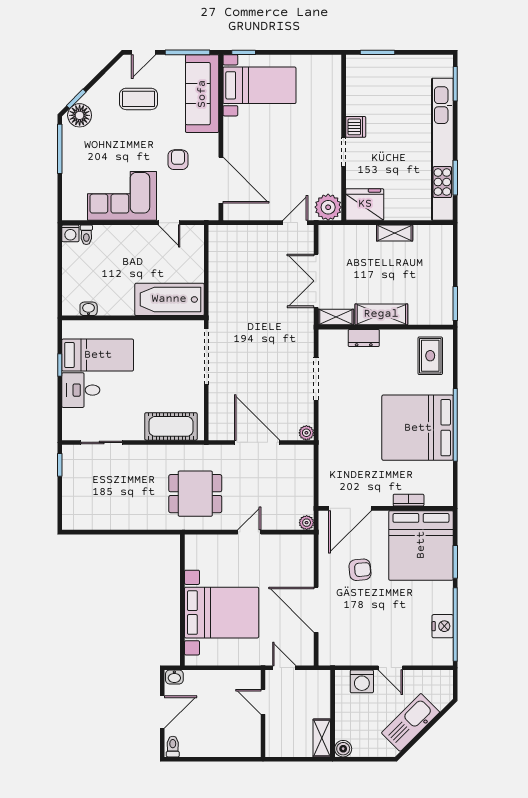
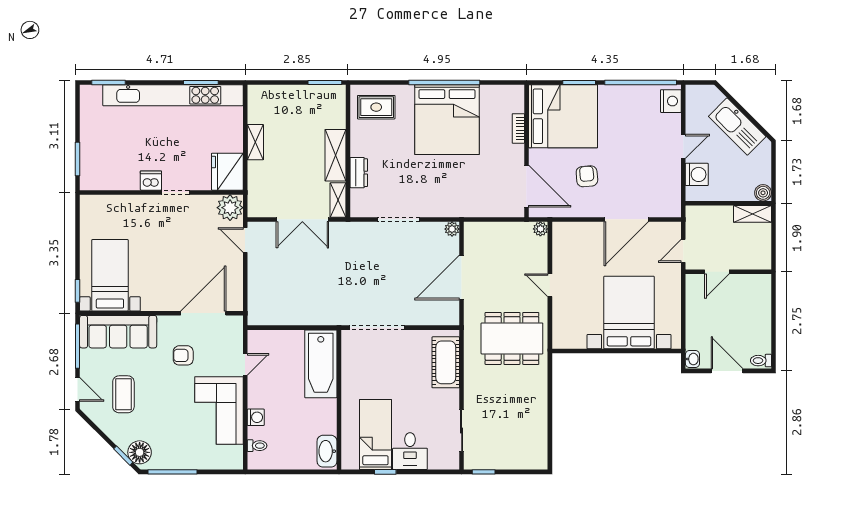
washing machine: (70, 233) -> (256, 417), moved
washbasin: (89, 309) -> (327, 451), width x1.91, depth x1.45
dining table: (195, 494) -> (512, 338), width x1.37
nightstand: (443, 626) -> (671, 101), moved, turned 90

